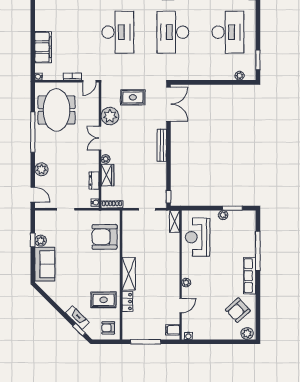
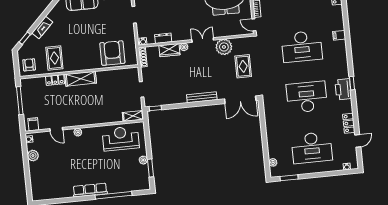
armchair: (238, 310) -> (57, 182), removed
fireplace: (77, 318) -> (42, 27), moved
plant: (247, 333) -> (33, 155), moved

